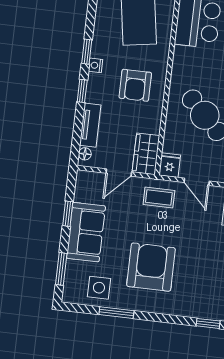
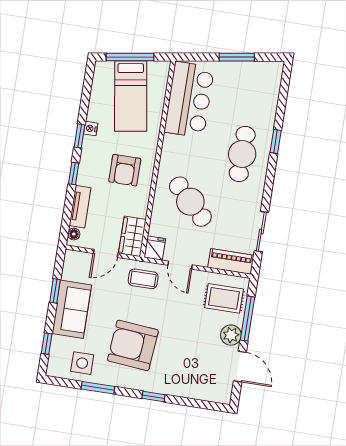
nightstand: (95, 65) -> (91, 129), moved
armchair: (151, 267) -> (133, 345), turned -85
window: (61, 269) -> (47, 344), width x0.67
window: (208, 323) -> (153, 397), moved

